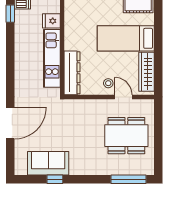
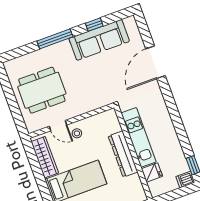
dresser: (72, 73) -> (123, 154), moved
sofa: (48, 163) -> (99, 40), width x1.36
window: (128, 179) -> (55, 39), moved

